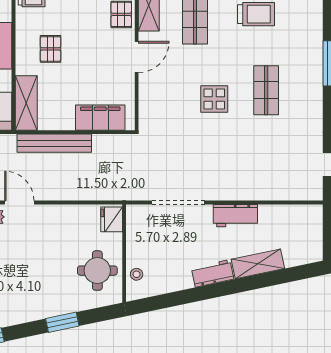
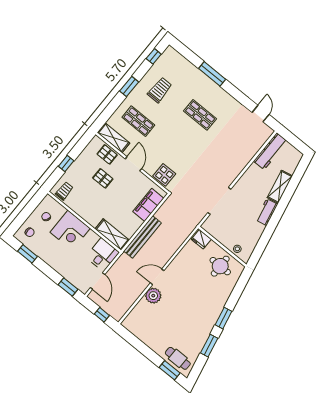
pallet: (50, 49) -> (103, 178), moved
display table: (214, 99) -> (164, 175), moved
workbench: (235, 216) -> (270, 151), moved, width x1.37
window: (62, 322) -> (223, 318), moved

